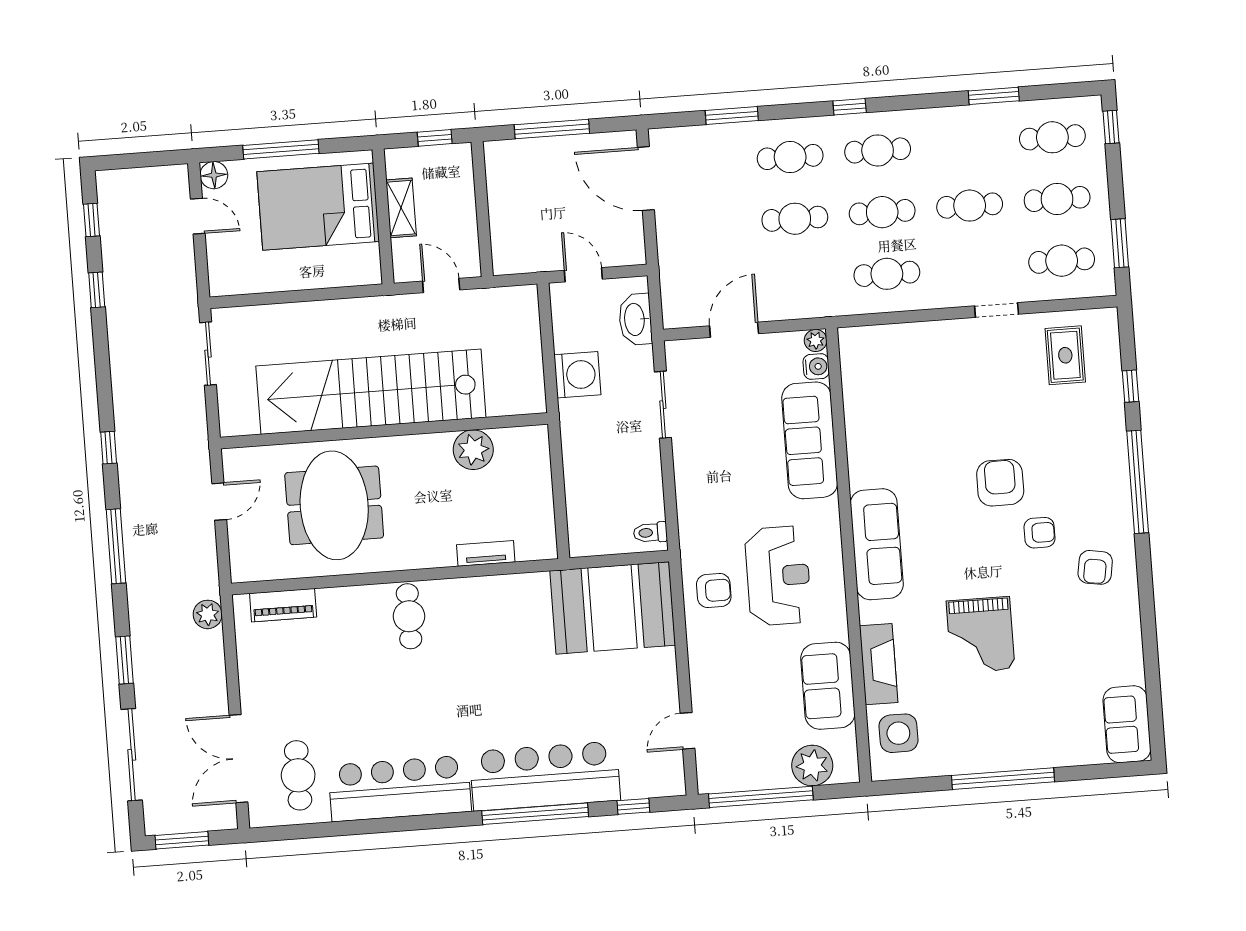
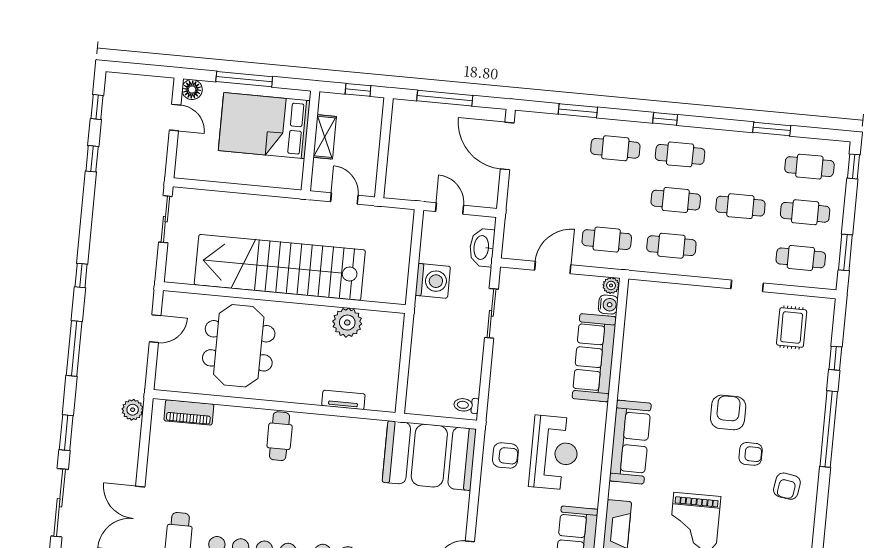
cafe table: (795, 219) -> (607, 240), moved

